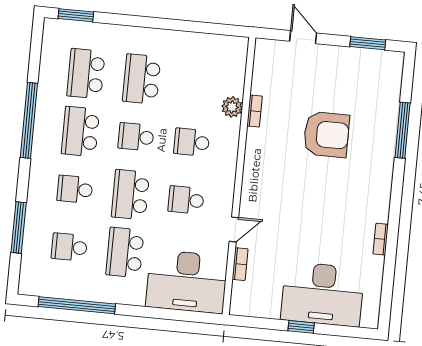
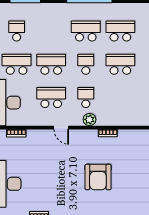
plant: (232, 107) -> (89, 119), moved
school desk: (75, 189) -> (51, 31), removed
school desk: (186, 200) -> (51, 98), width x1.85
door: (234, 229) -> (61, 128), moved

